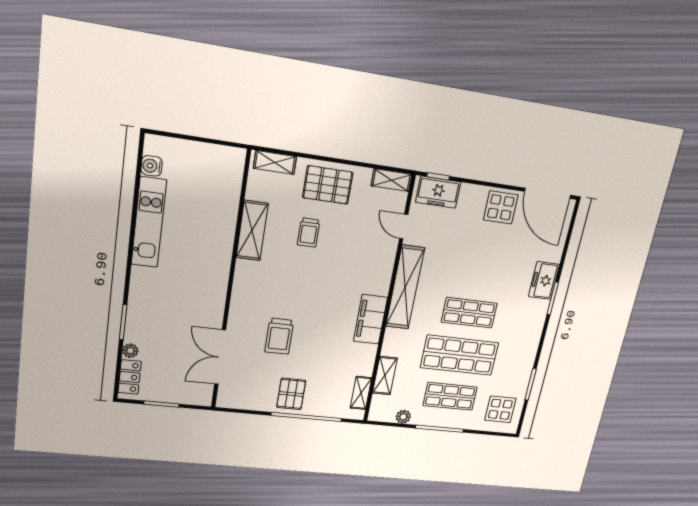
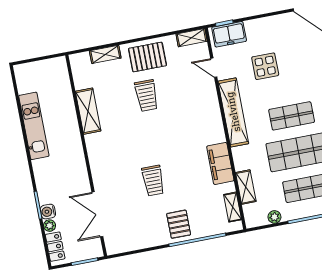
water cooler: (152, 166) -> (48, 212), moved
display table: (501, 207) -> (265, 66), moved
shelving: (252, 231) -> (88, 111), moved
trolley: (309, 232) -> (146, 95), width x1.36, depth x1.39
wall: (230, 284) -> (86, 155), moved
filing cabinet: (370, 319) -> (220, 163), moved
double door: (220, 357) -> (97, 214), moved

